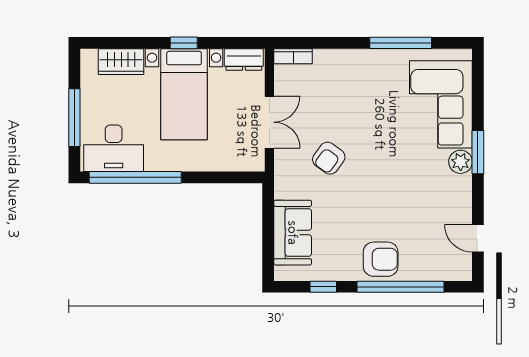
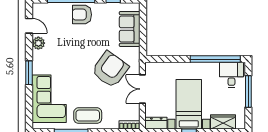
coffee table: (370, 73) -> (88, 116), added
desk: (114, 148) -> (231, 75), width x0.73
armchair: (329, 158) -> (110, 69), width x1.88, depth x1.88
plant: (461, 162) -> (38, 43), moved

